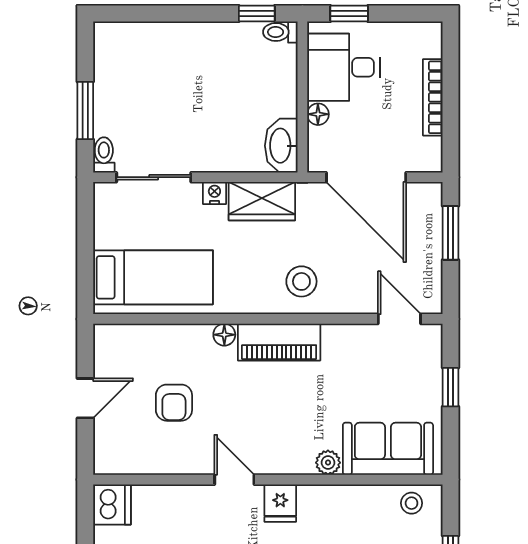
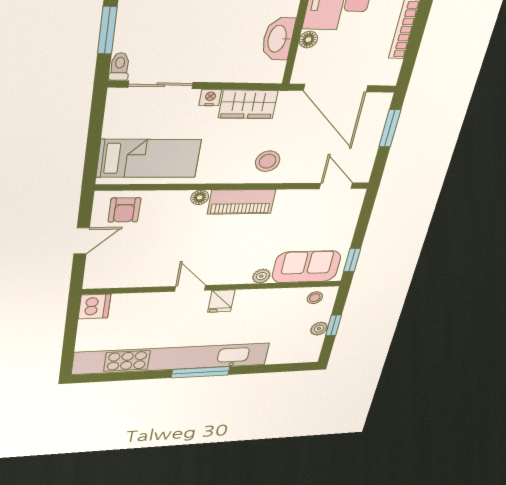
washbasin: (281, 146) -> (278, 39), moved
window: (450, 387) -> (352, 260), moved
armchair: (174, 403) -> (124, 210), moved

